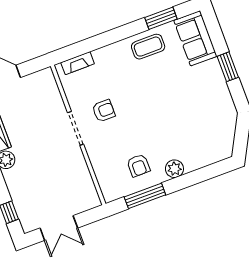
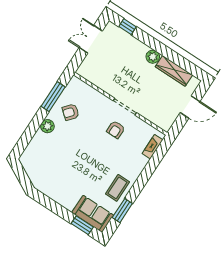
window: (228, 67) -> (82, 225), moved
armchair: (138, 165) -> (71, 112), turned -50

